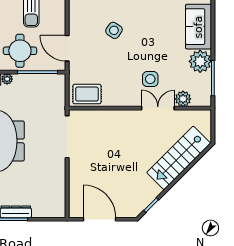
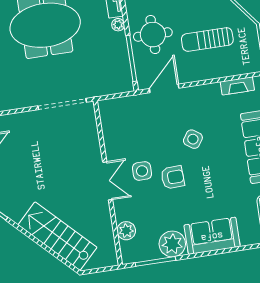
armchair: (144, 53) -> (173, 177), added
side table: (150, 79) -> (142, 171), moved
rug: (87, 94) -> (115, 119), removed
double door: (158, 108) -> (108, 181), moved

